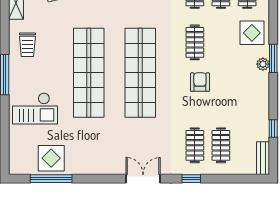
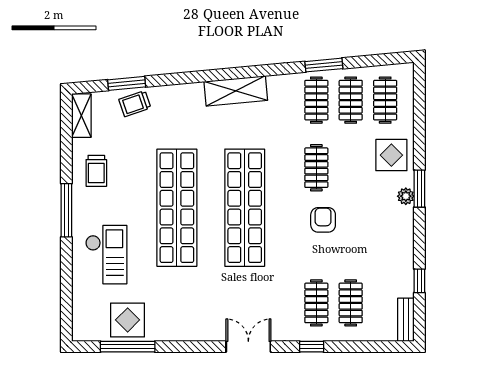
checkout: (35, 109) -> (106, 255), turned -90

